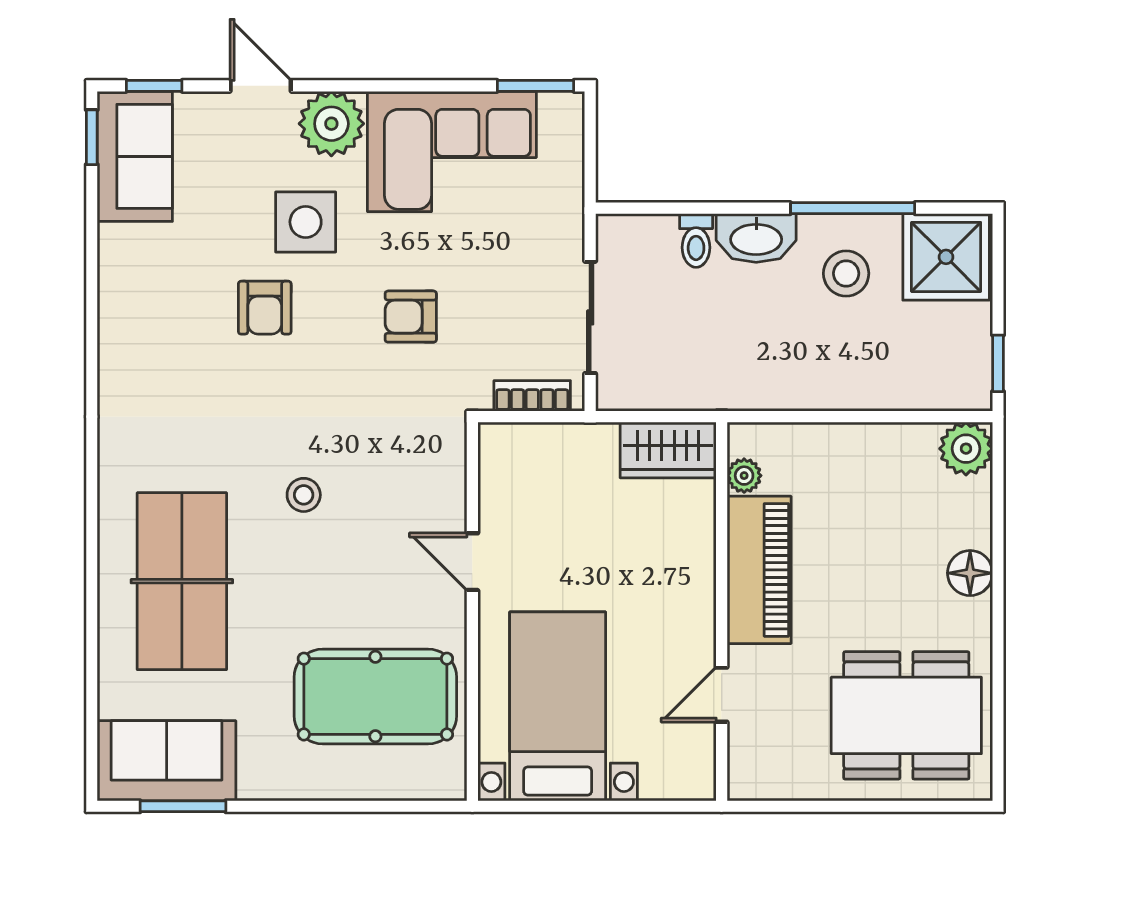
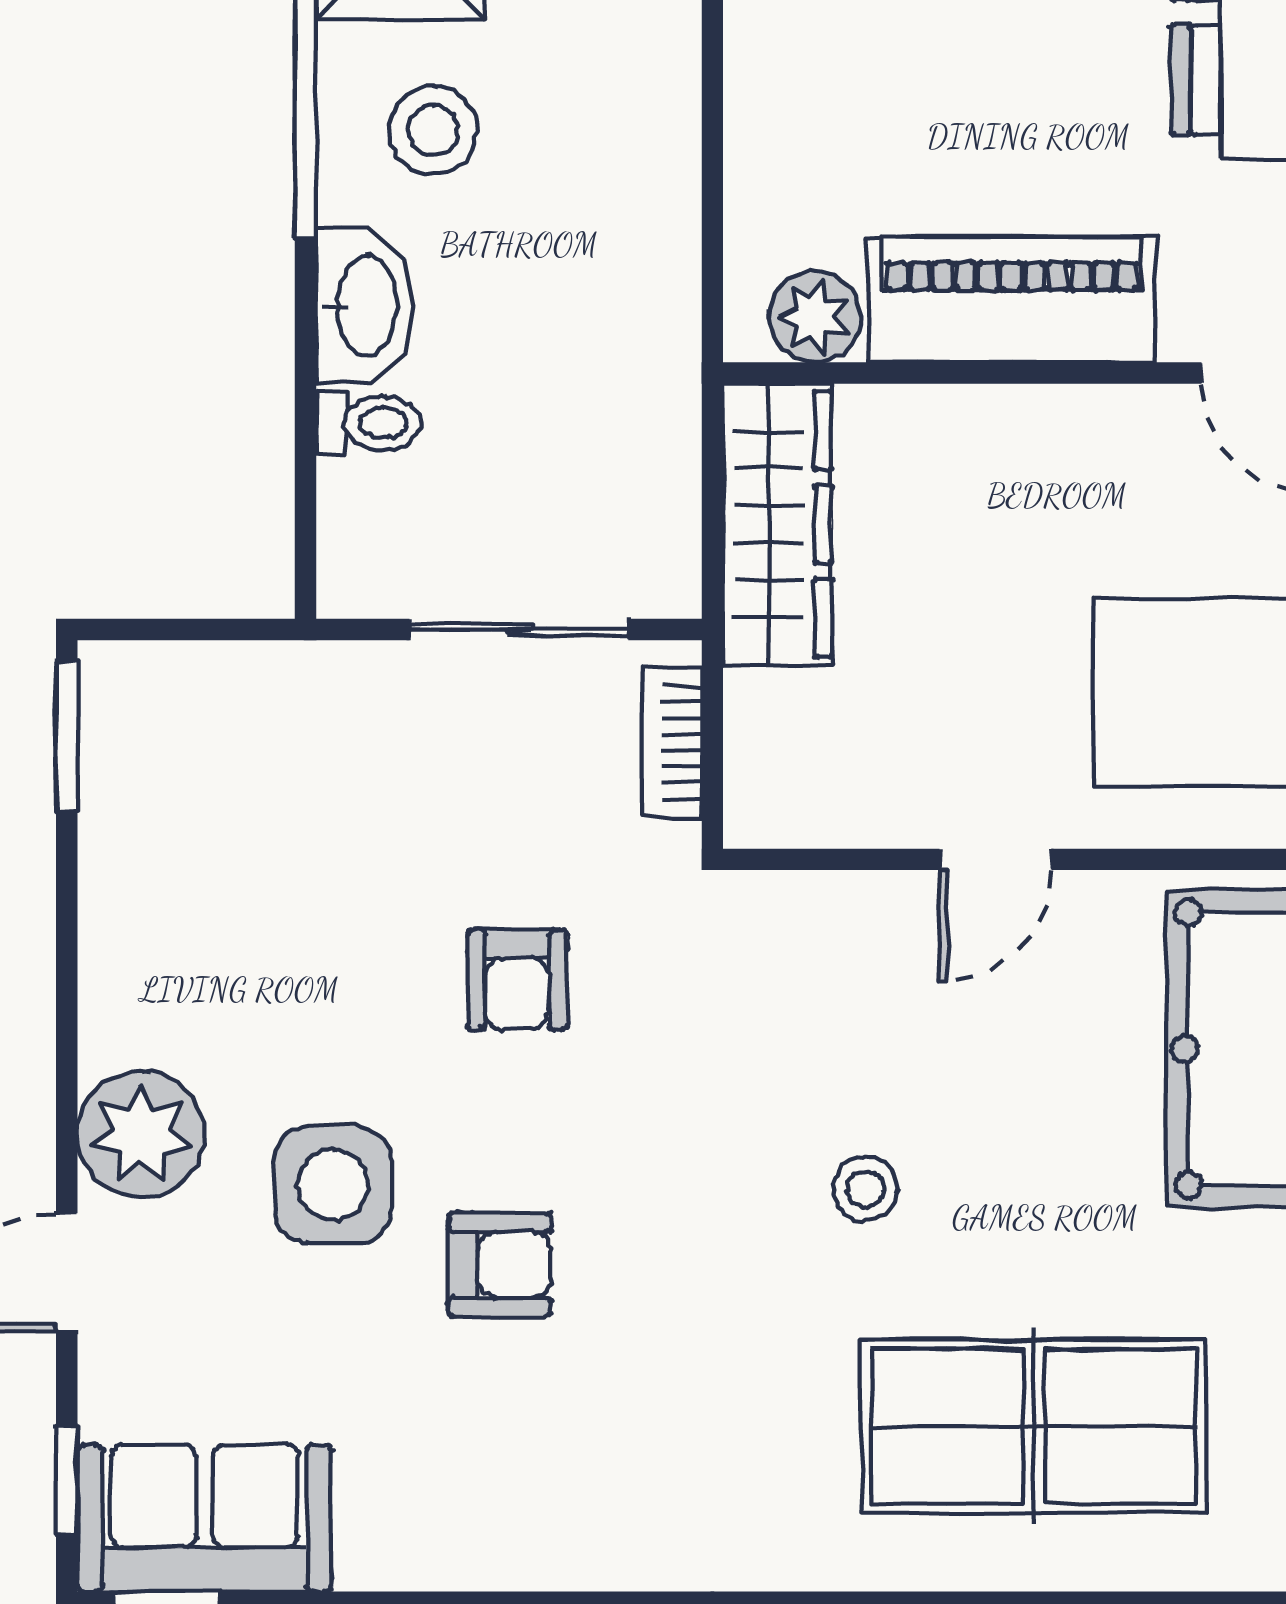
corner sofa: (452, 151) -> (195, 899), removed
wardrobe: (668, 450) -> (777, 524), width x1.50
plant: (744, 476) -> (815, 317), width x1.38, depth x1.38

